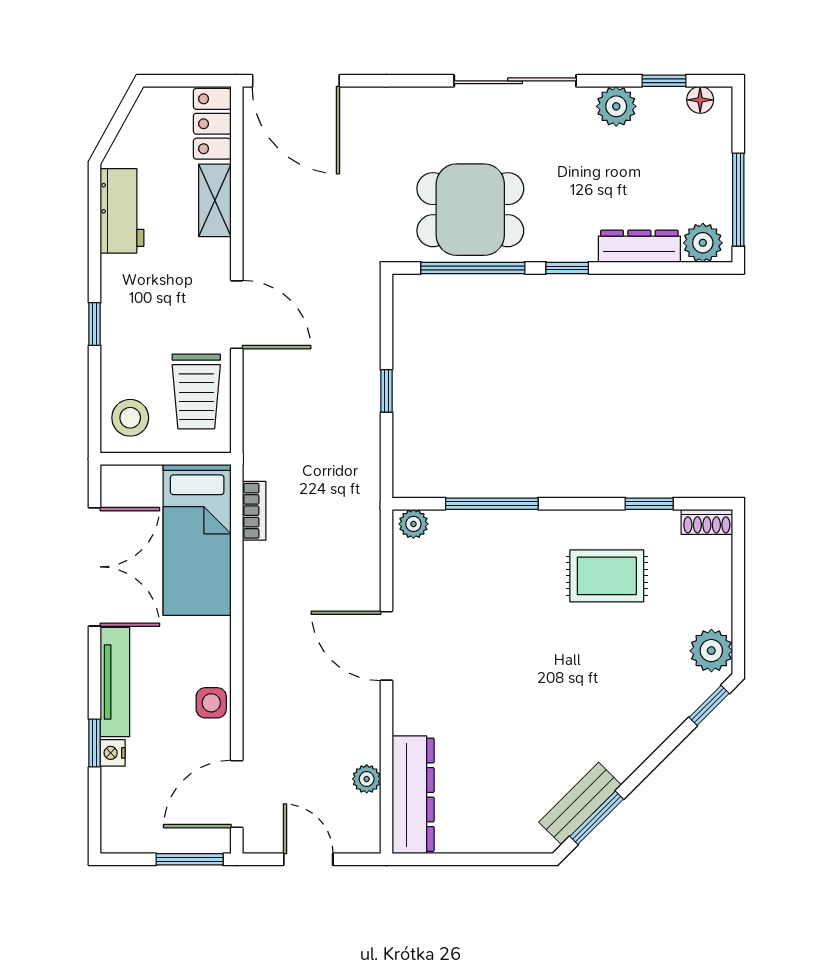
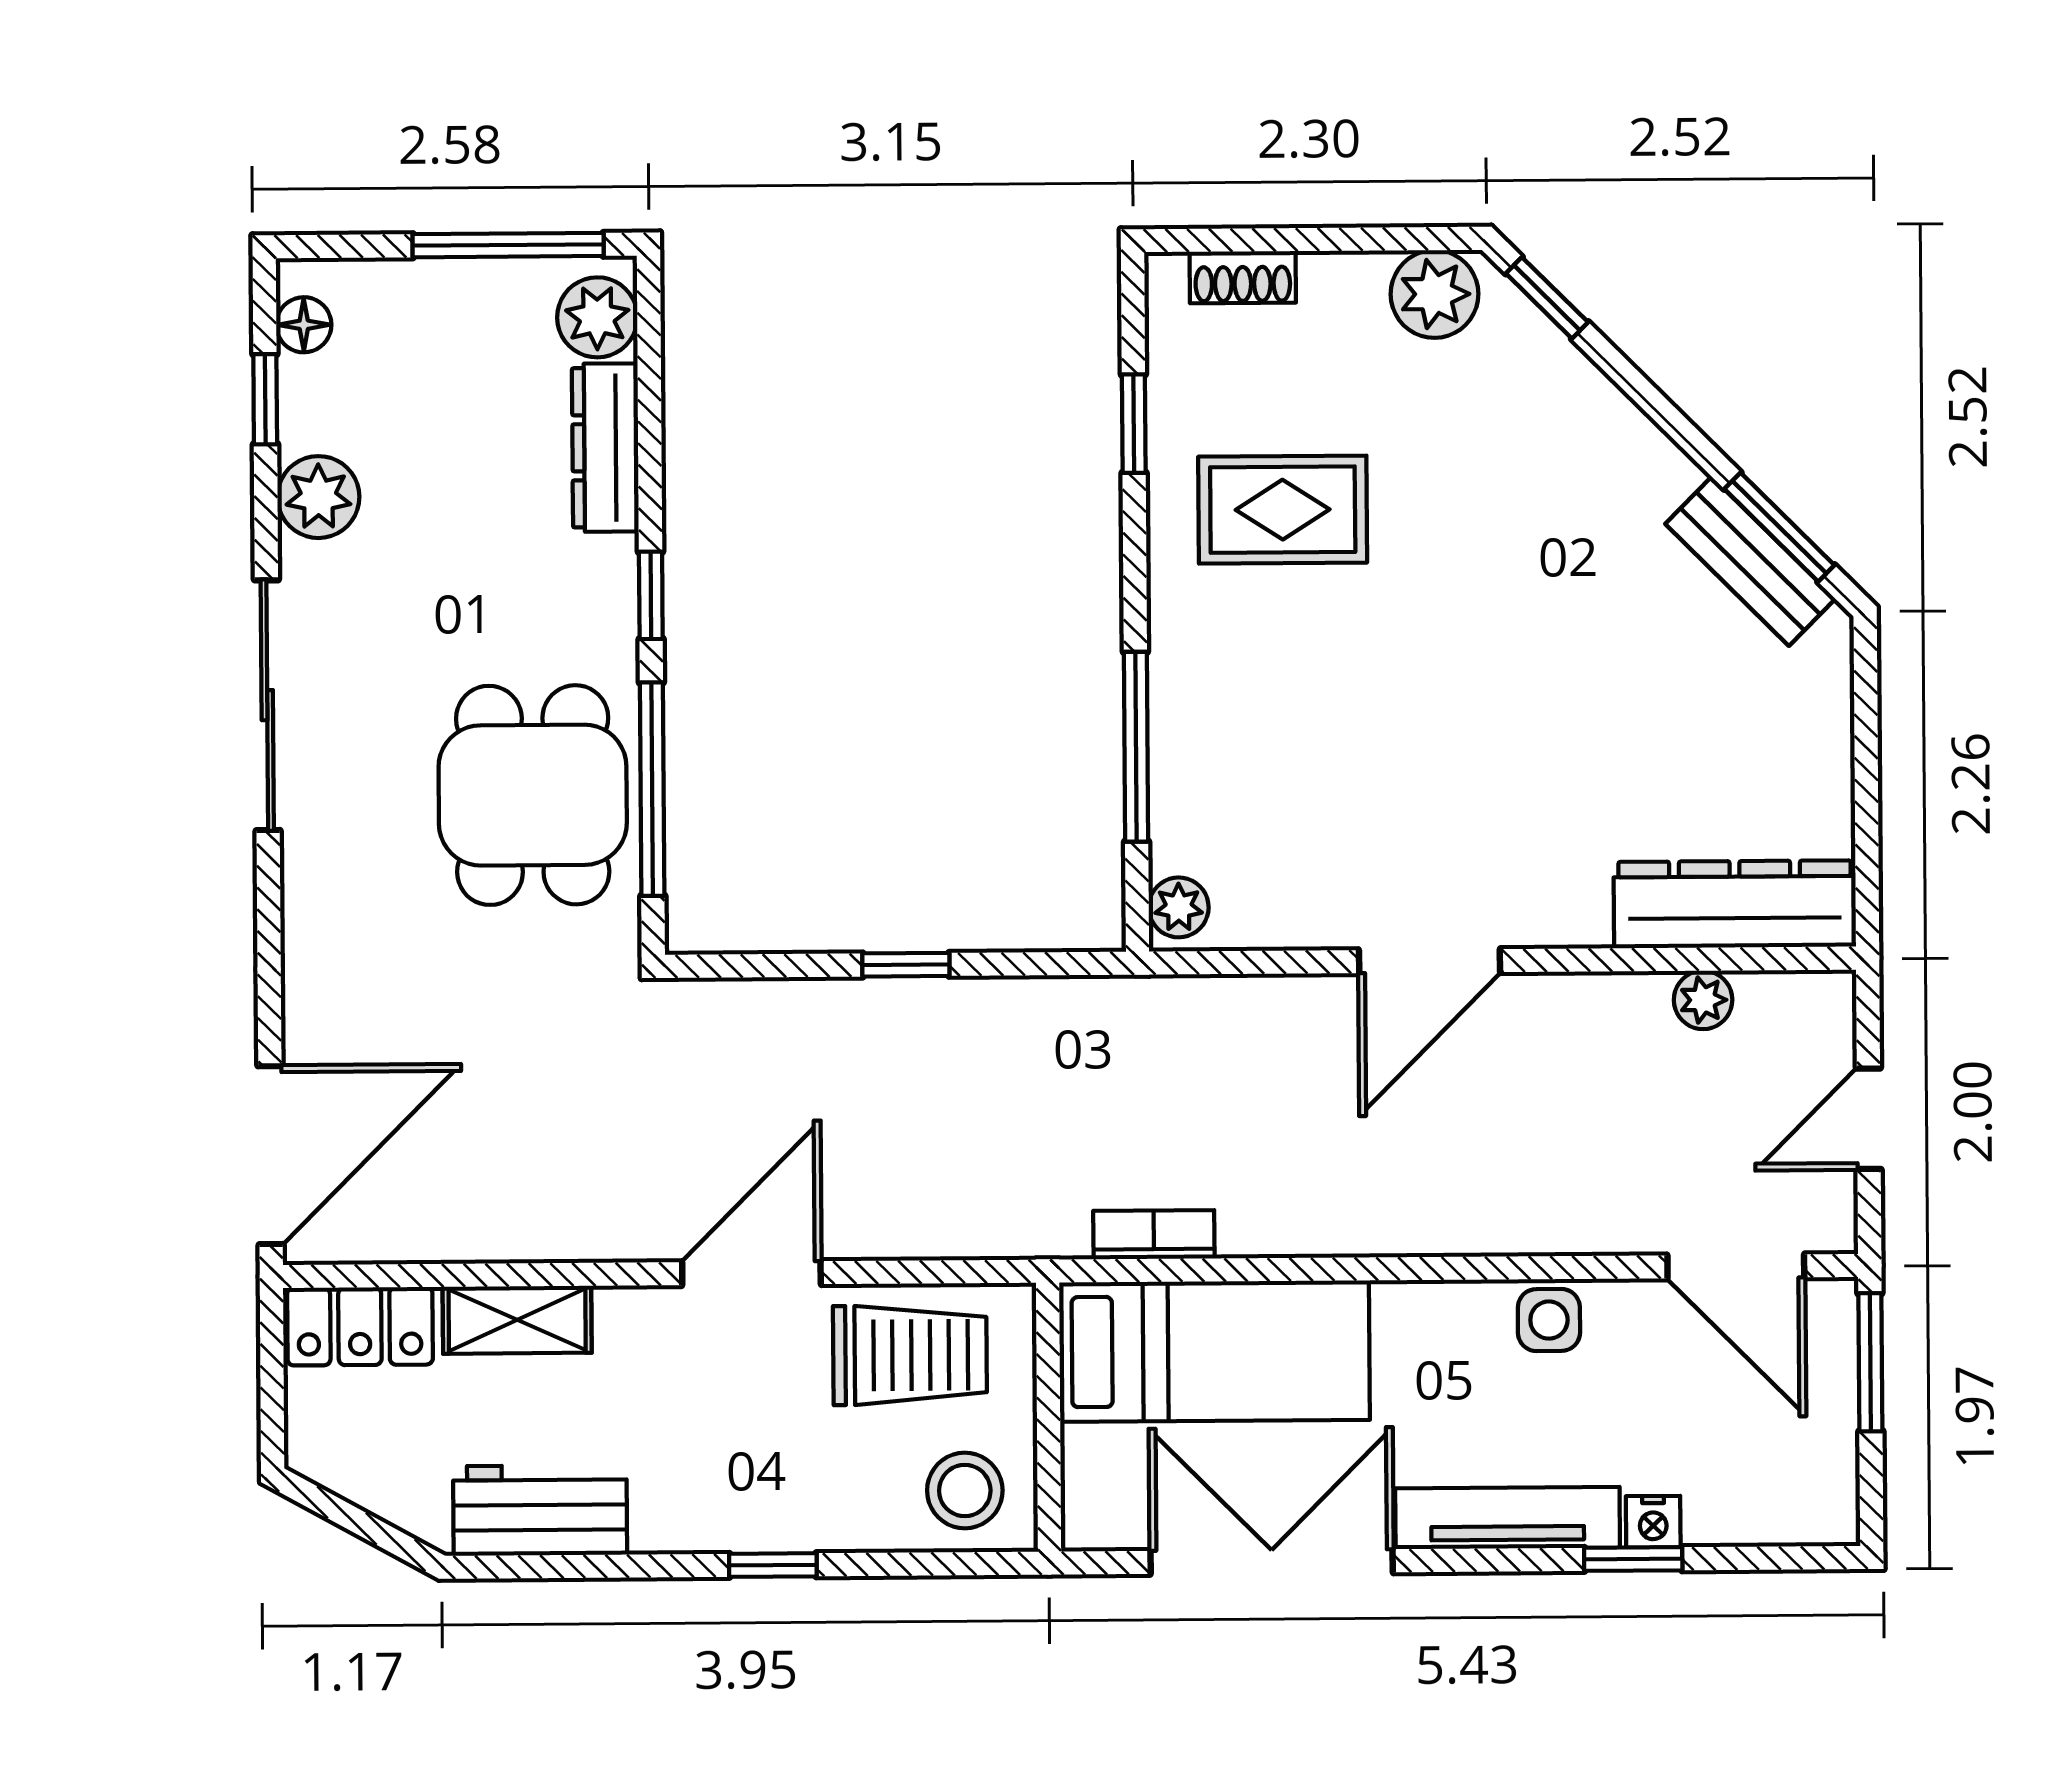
shoe rack: (707, 522) -> (1243, 277), moved, turned 90
rug: (607, 576) -> (1283, 510), turned 90

